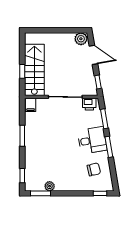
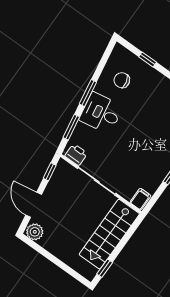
window: (22, 71) -> (105, 268), moved
window: (100, 193) -> (148, 59), moved

